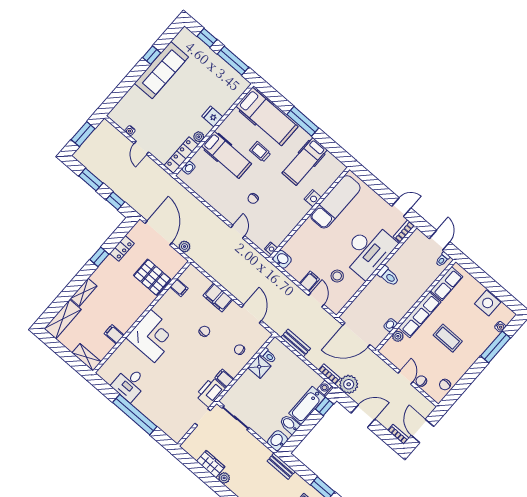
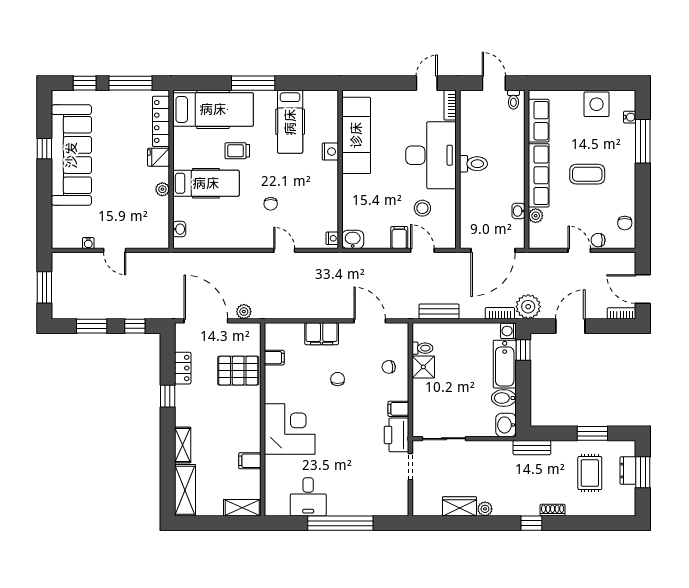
sofa: (161, 70) -> (71, 155), width x1.36, depth x1.27
locker: (181, 155) -> (161, 121), moved

